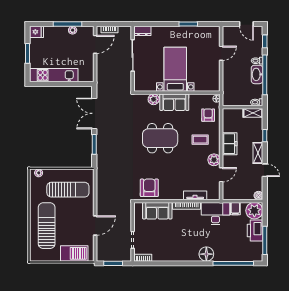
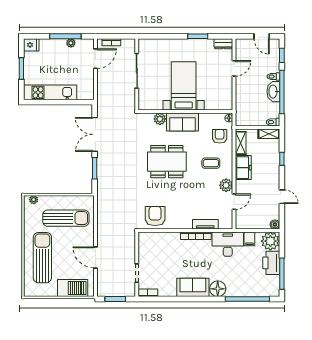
dresser: (142, 31) -> (223, 44), moved
shelving: (258, 153) -> (241, 143), moved
sofa: (157, 211) -> (193, 287), moved, turned 180
door: (95, 226) -> (96, 257), swing flipped

